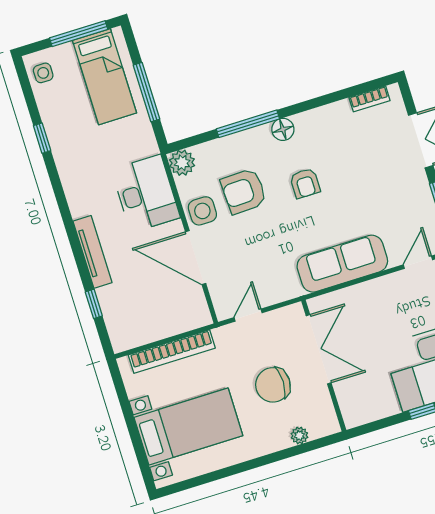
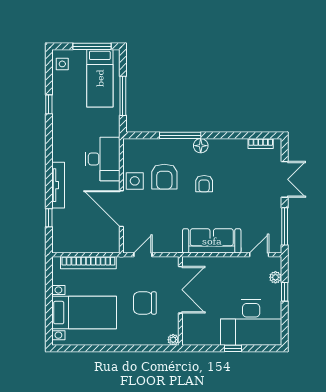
plant: (182, 163) -> (131, 147), removed
armchair: (244, 191) -> (164, 177), turned -88
plant: (299, 435) -> (173, 340), moved

